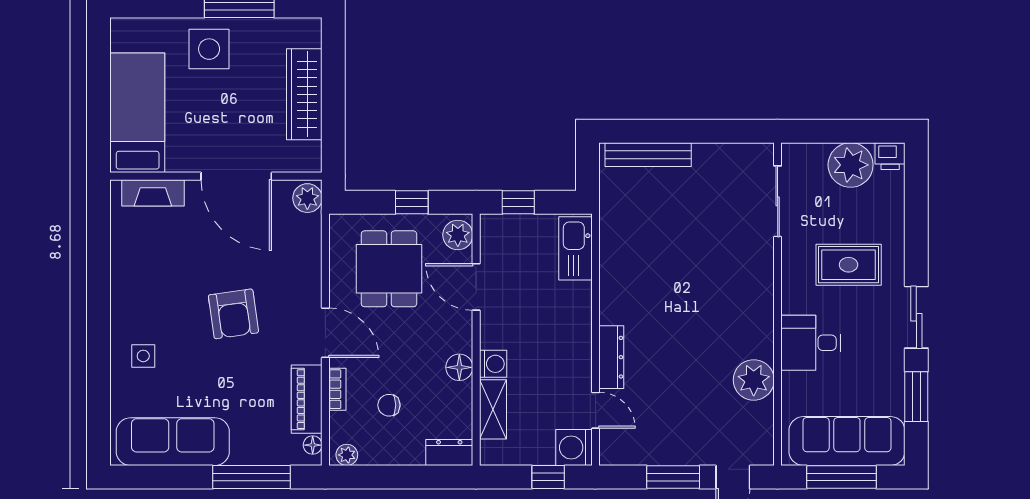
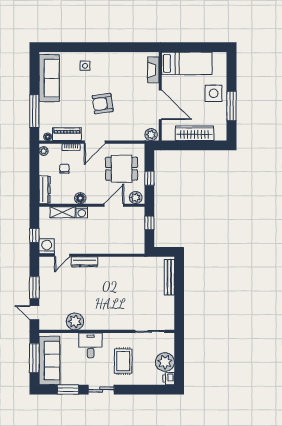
door: (236, 176) -> (160, 105), swing flipped
kitchen sink: (575, 248) -> (130, 247), removed
dresser: (449, 452) -> (45, 190), width x1.44

